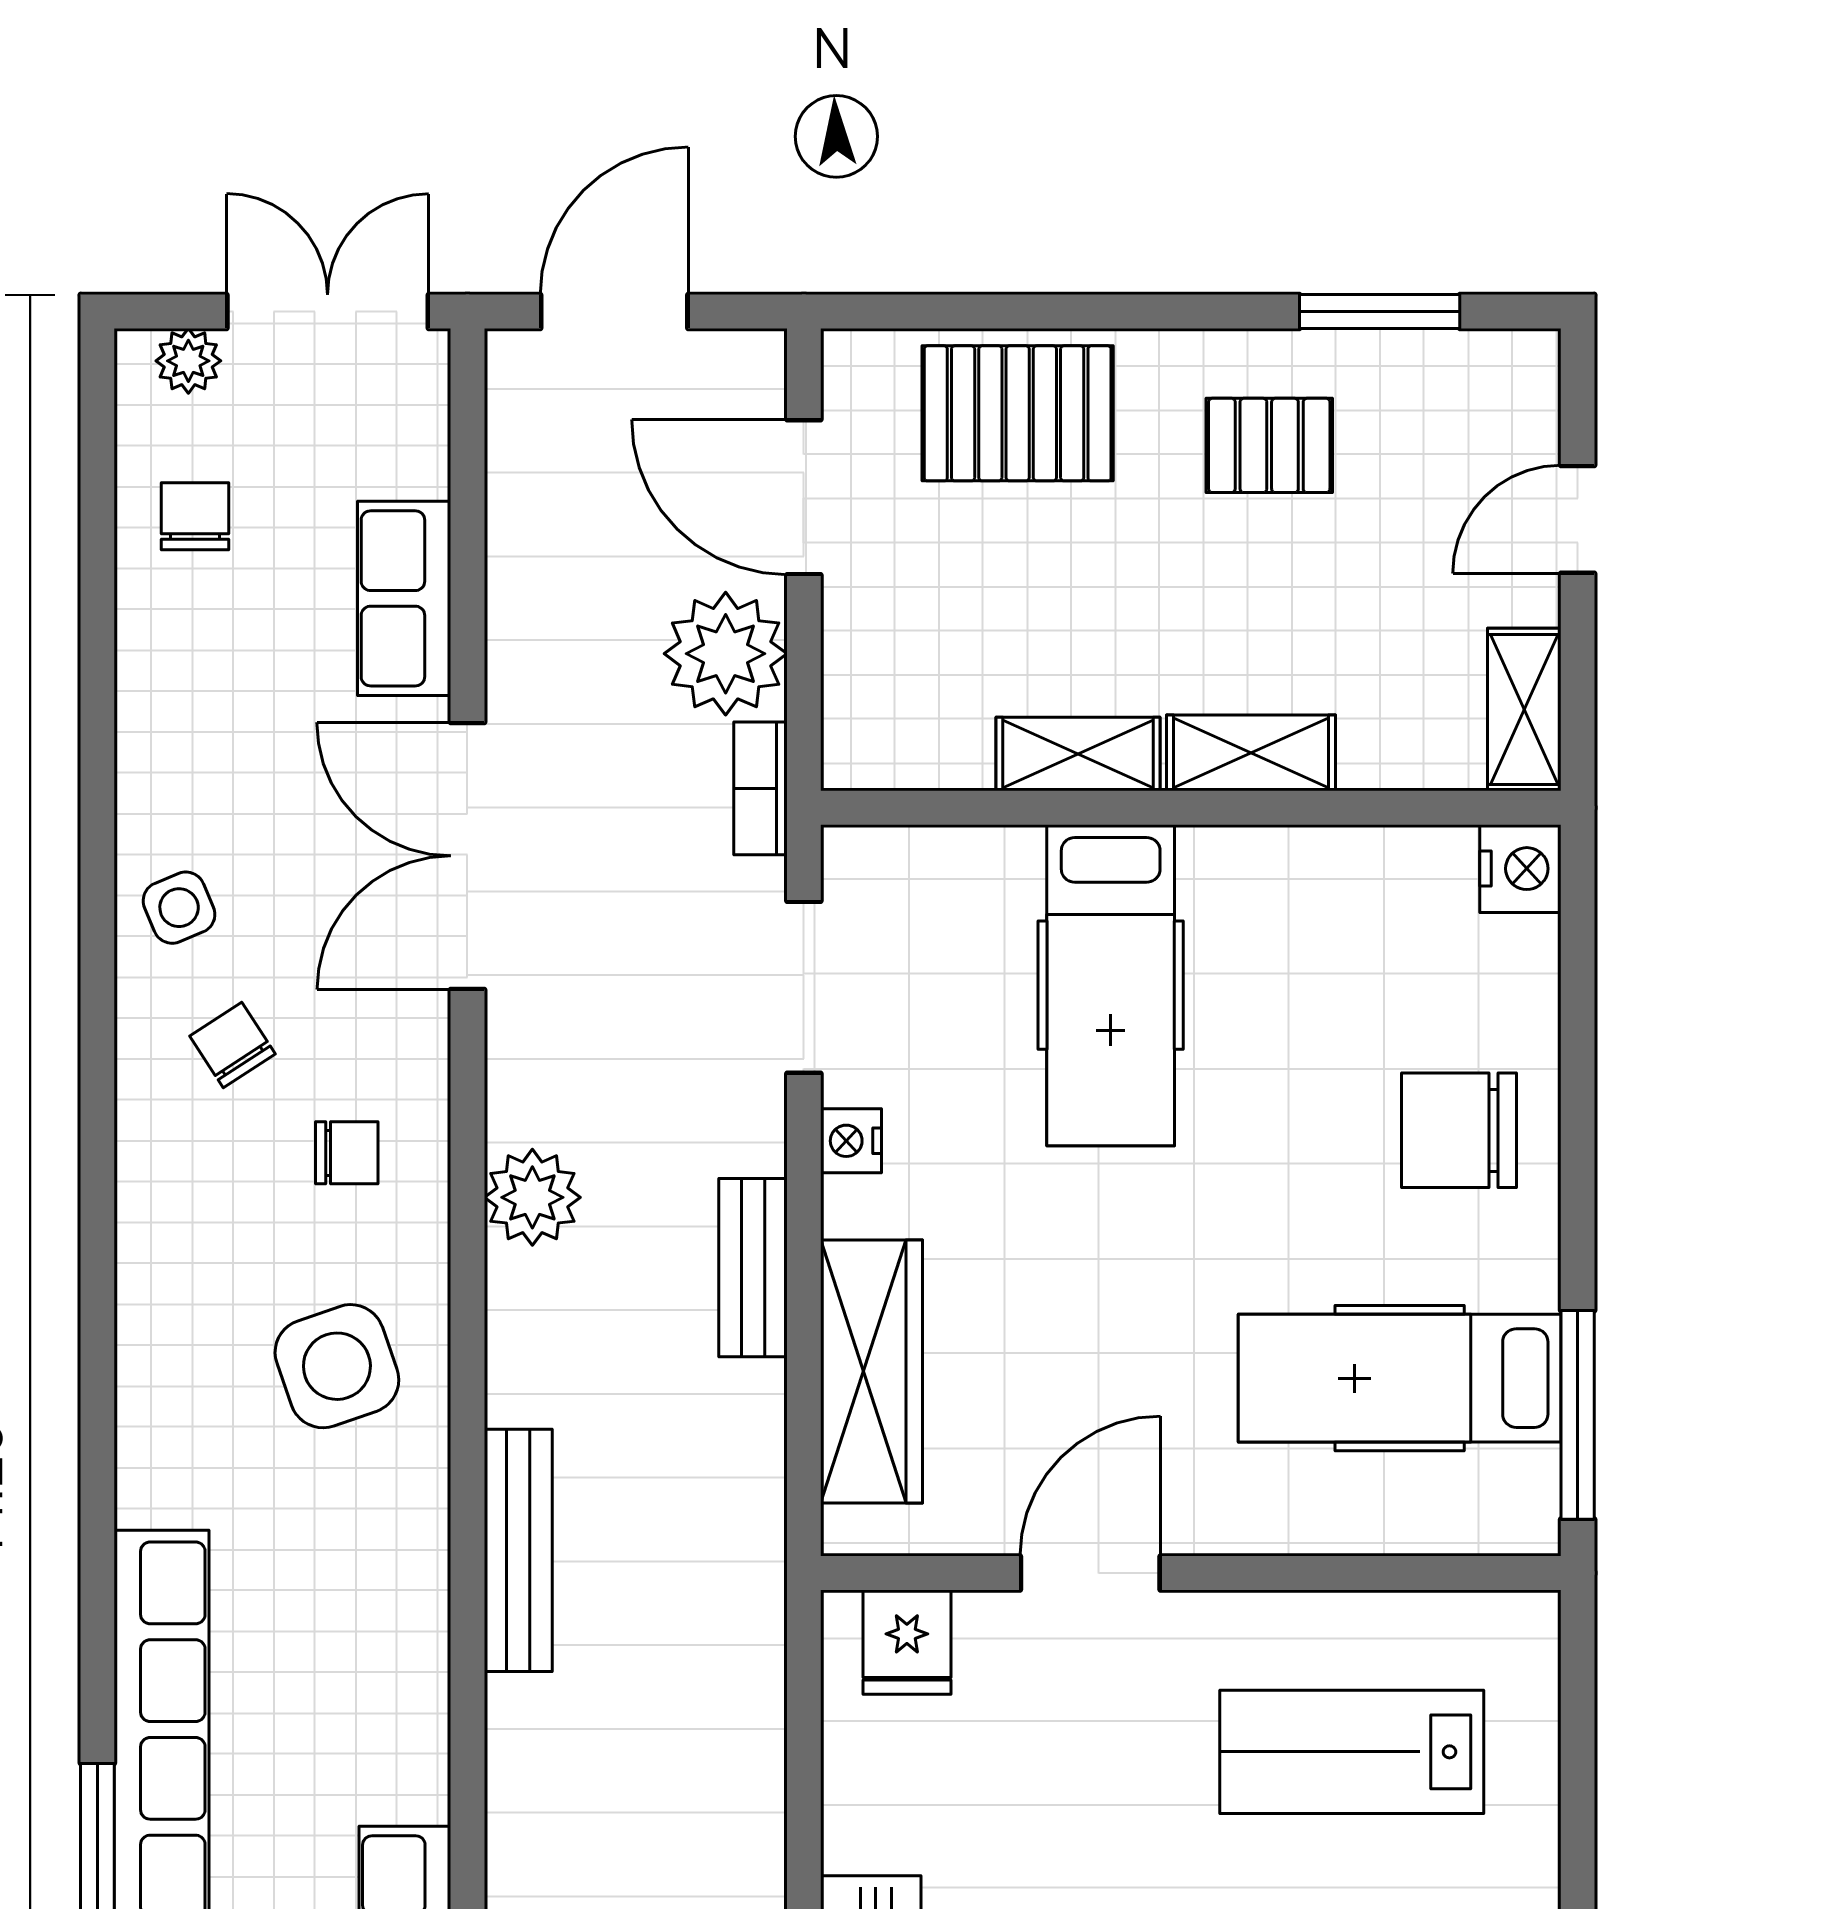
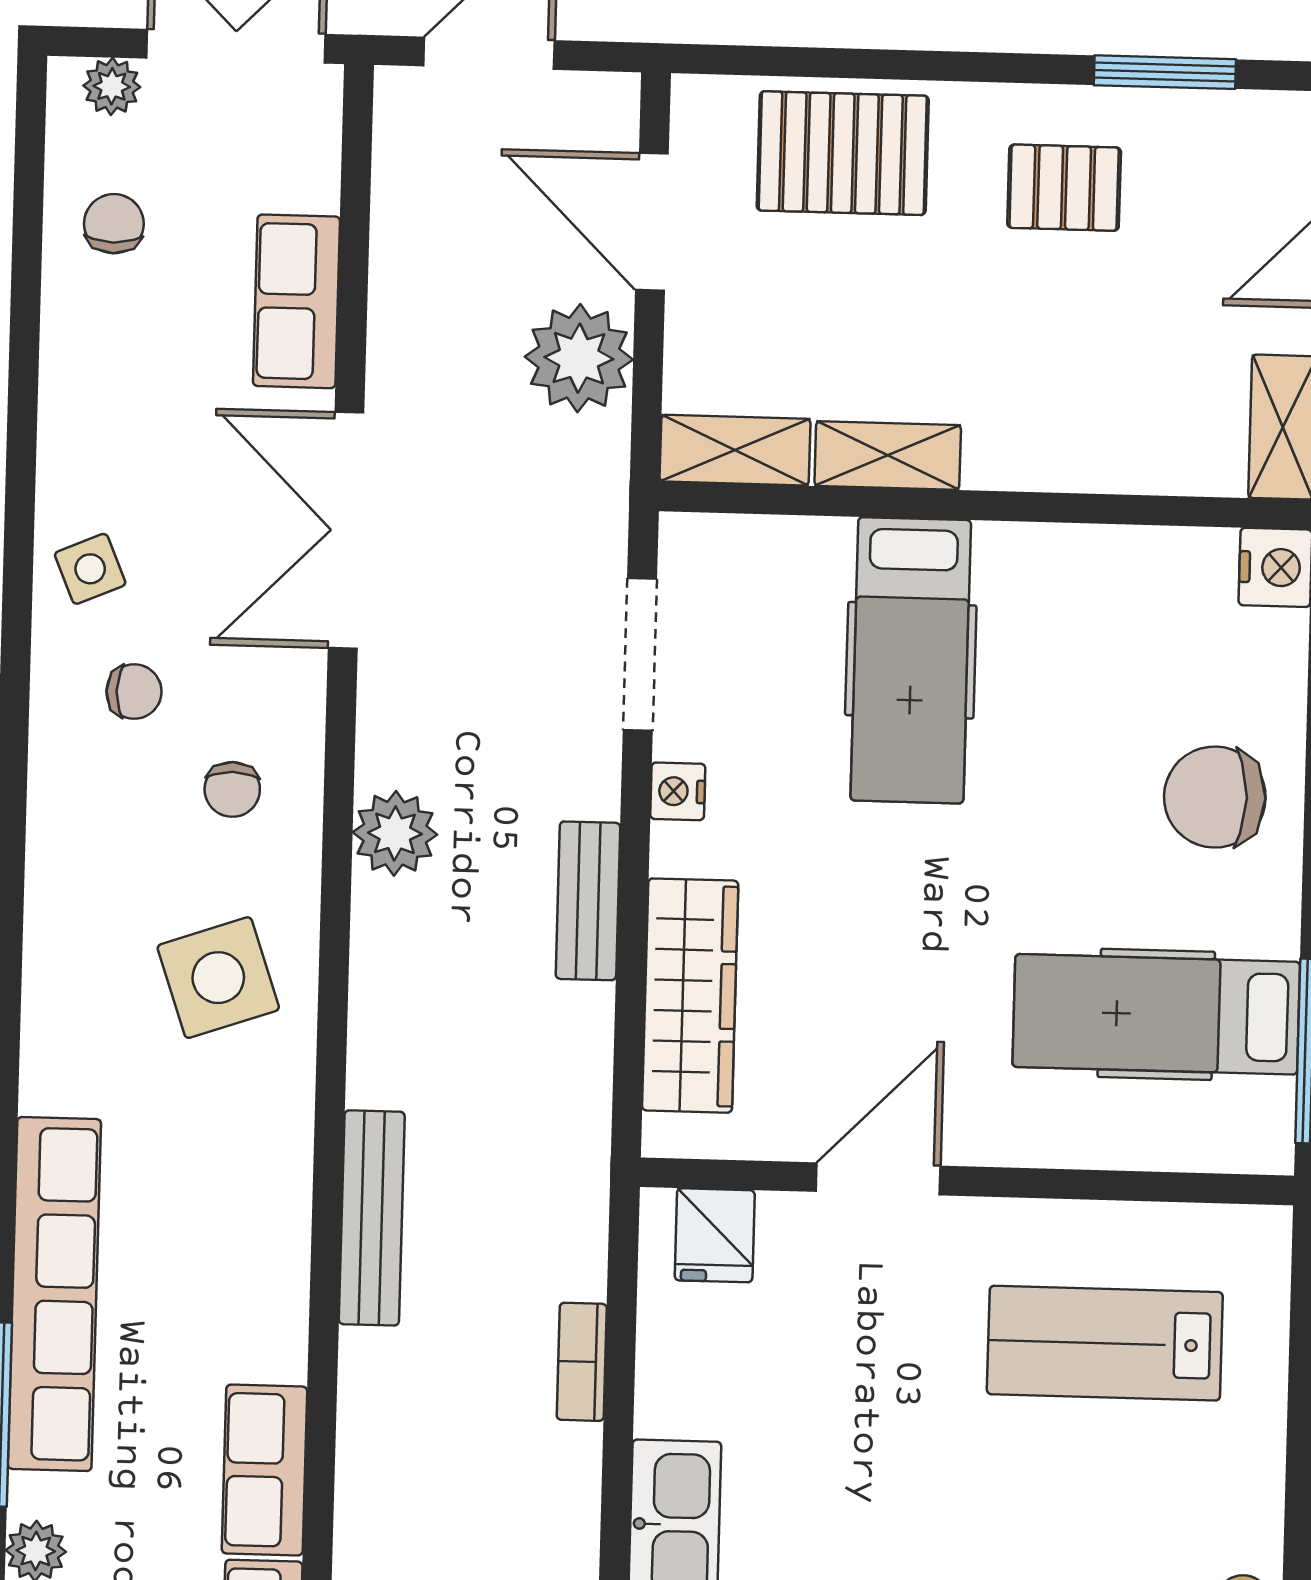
shelving: (1251, 753) -> (735, 450), moved
bookcase: (760, 788) -> (582, 1362), moved
chair: (233, 1045) -> (134, 692), turned 123
chair: (347, 1153) -> (232, 789), turned 90
bench: (518, 1550) -> (372, 1218), moved

